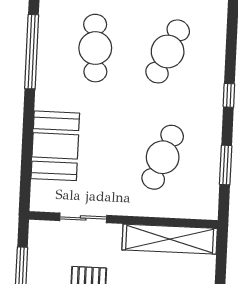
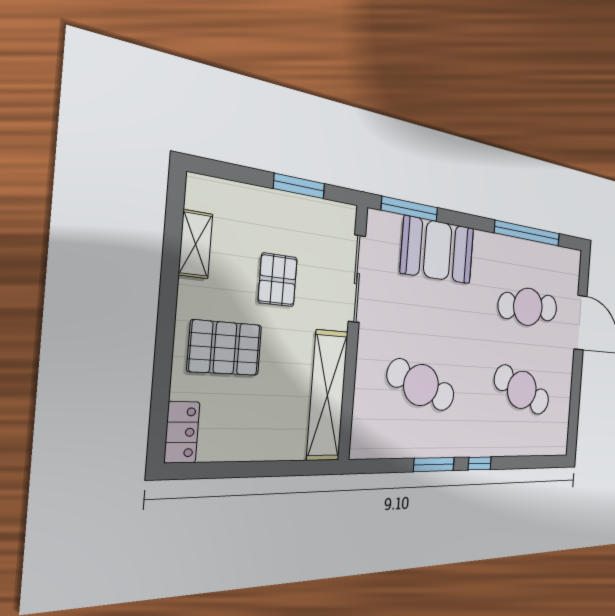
window: (226, 165) -> (434, 465), moved
window: (26, 173) -> (410, 209), added
sliding door: (83, 218) -> (357, 279), width x1.37

